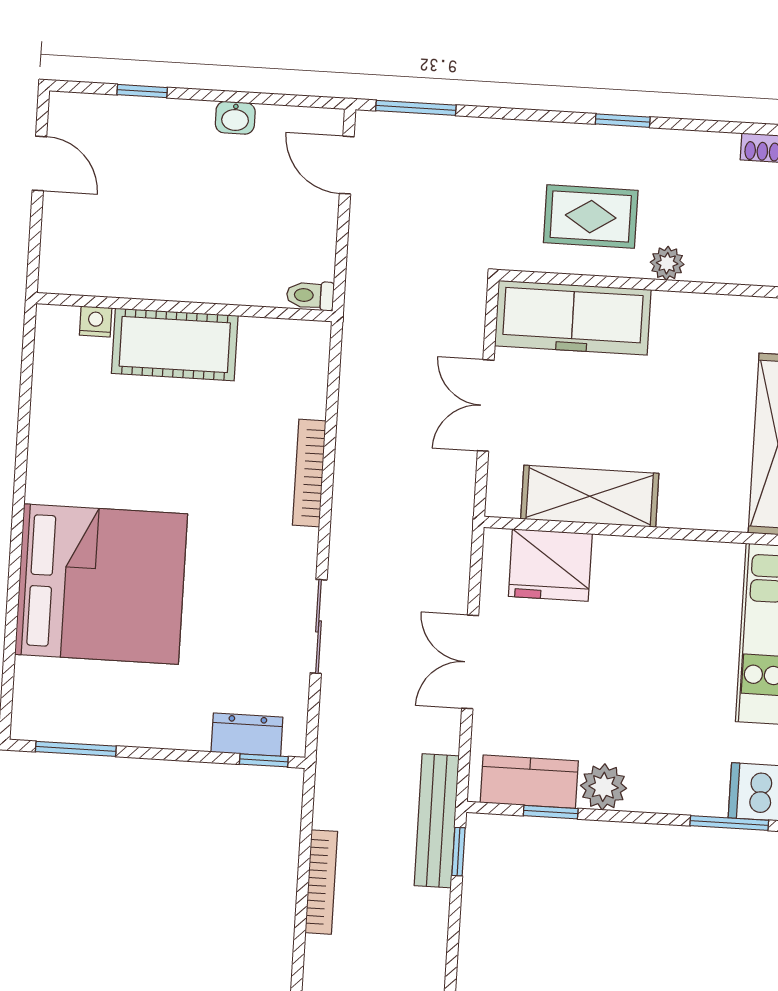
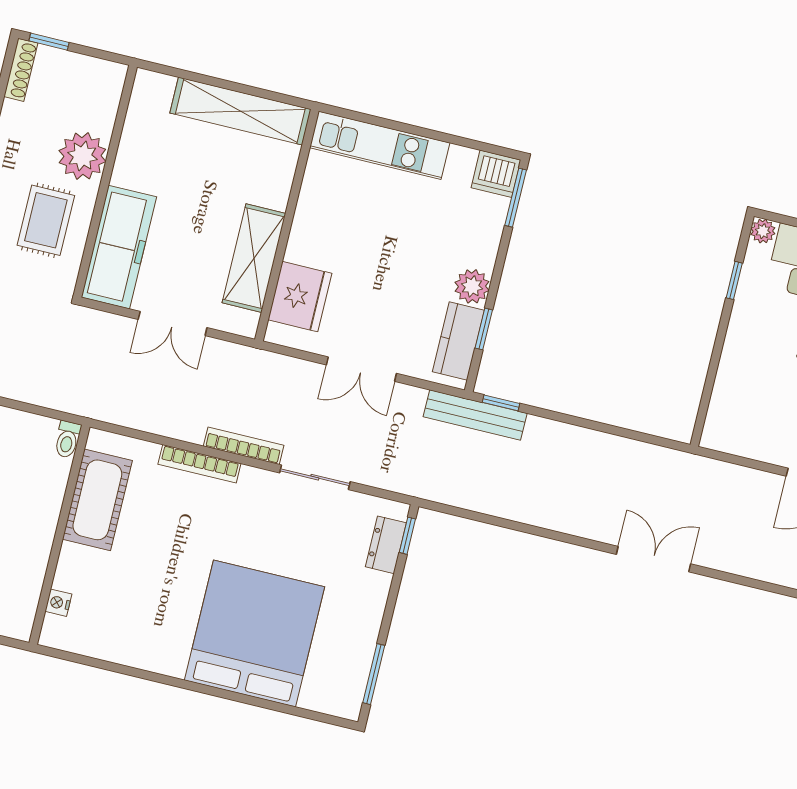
plant: (667, 263) -> (82, 156), width x1.88, depth x1.88
cot: (175, 345) -> (97, 500), moved
bookcase: (321, 882) -> (244, 446), moved

